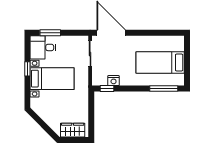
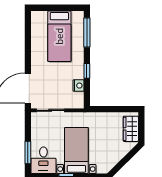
window: (107, 89) -> (87, 71), moved

